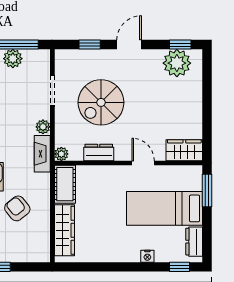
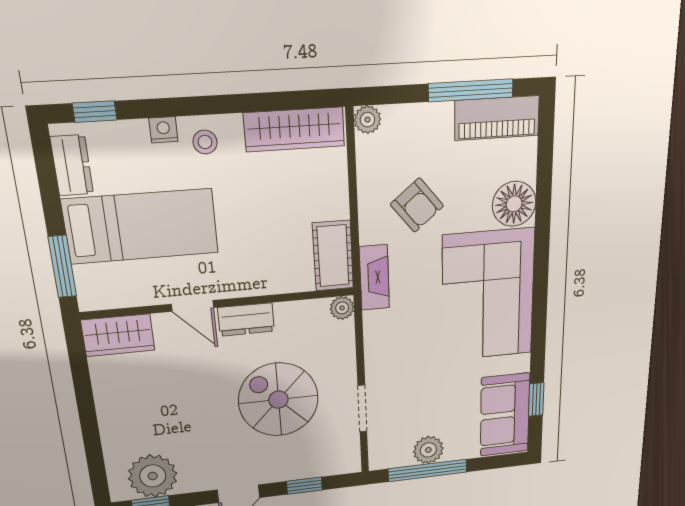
spiral stairs: (101, 102) -> (278, 400), turned -90
plant: (43, 127) -> (367, 120), moved
dresser: (99, 152) -> (246, 319), moved
fireplace: (42, 154) -> (374, 277), moved
wardrobe: (64, 230) -> (294, 129), moved, turned -90
stool: (127, 249) -> (205, 142), added

